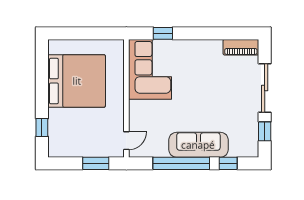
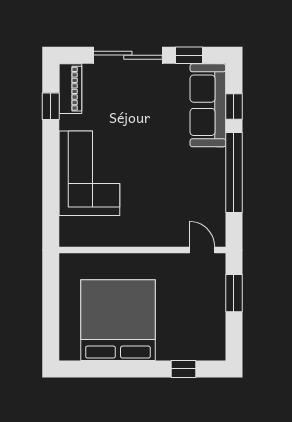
window: (163, 33) -> (51, 106), moved
corner sofa: (150, 69) -> (89, 173), moved, turned 90
sofa: (198, 145) -> (208, 105), moved

